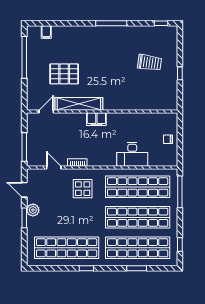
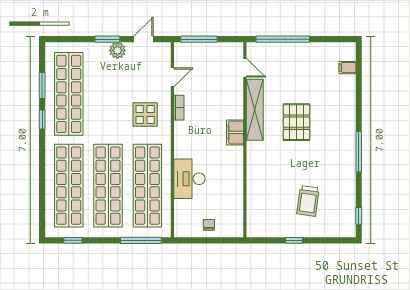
window: (24, 57) -> (283, 39), moved
pallet: (64, 74) -> (296, 122), moved
window: (137, 268) -> (42, 85), moved

